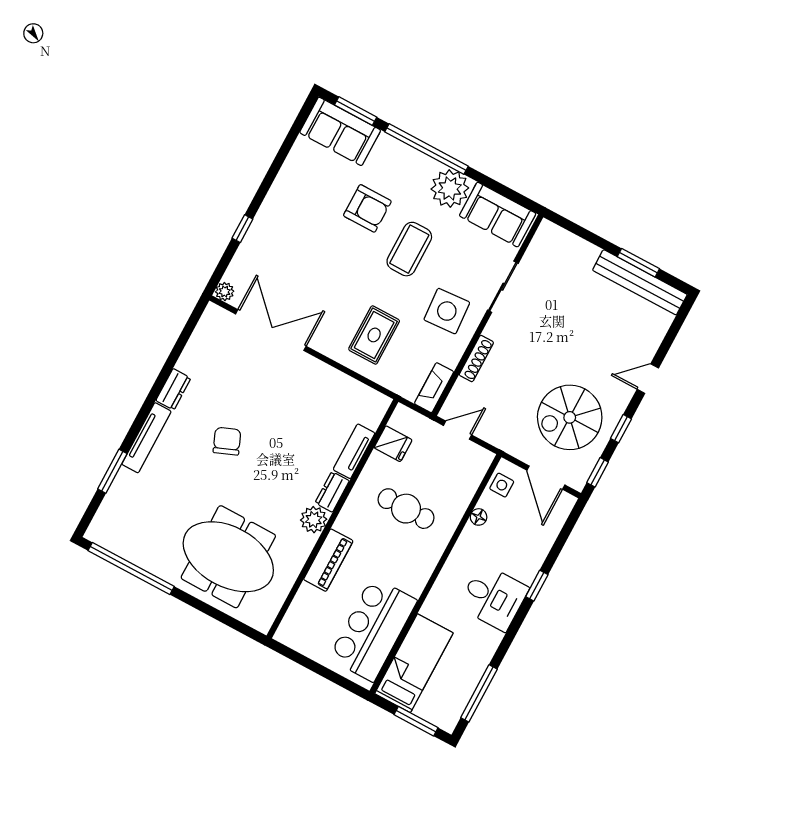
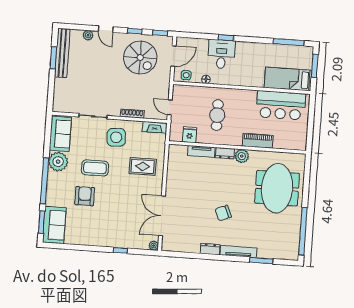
plant: (651, 342) -> (88, 35), added
desk: (493, 597) -> (221, 54), moved

